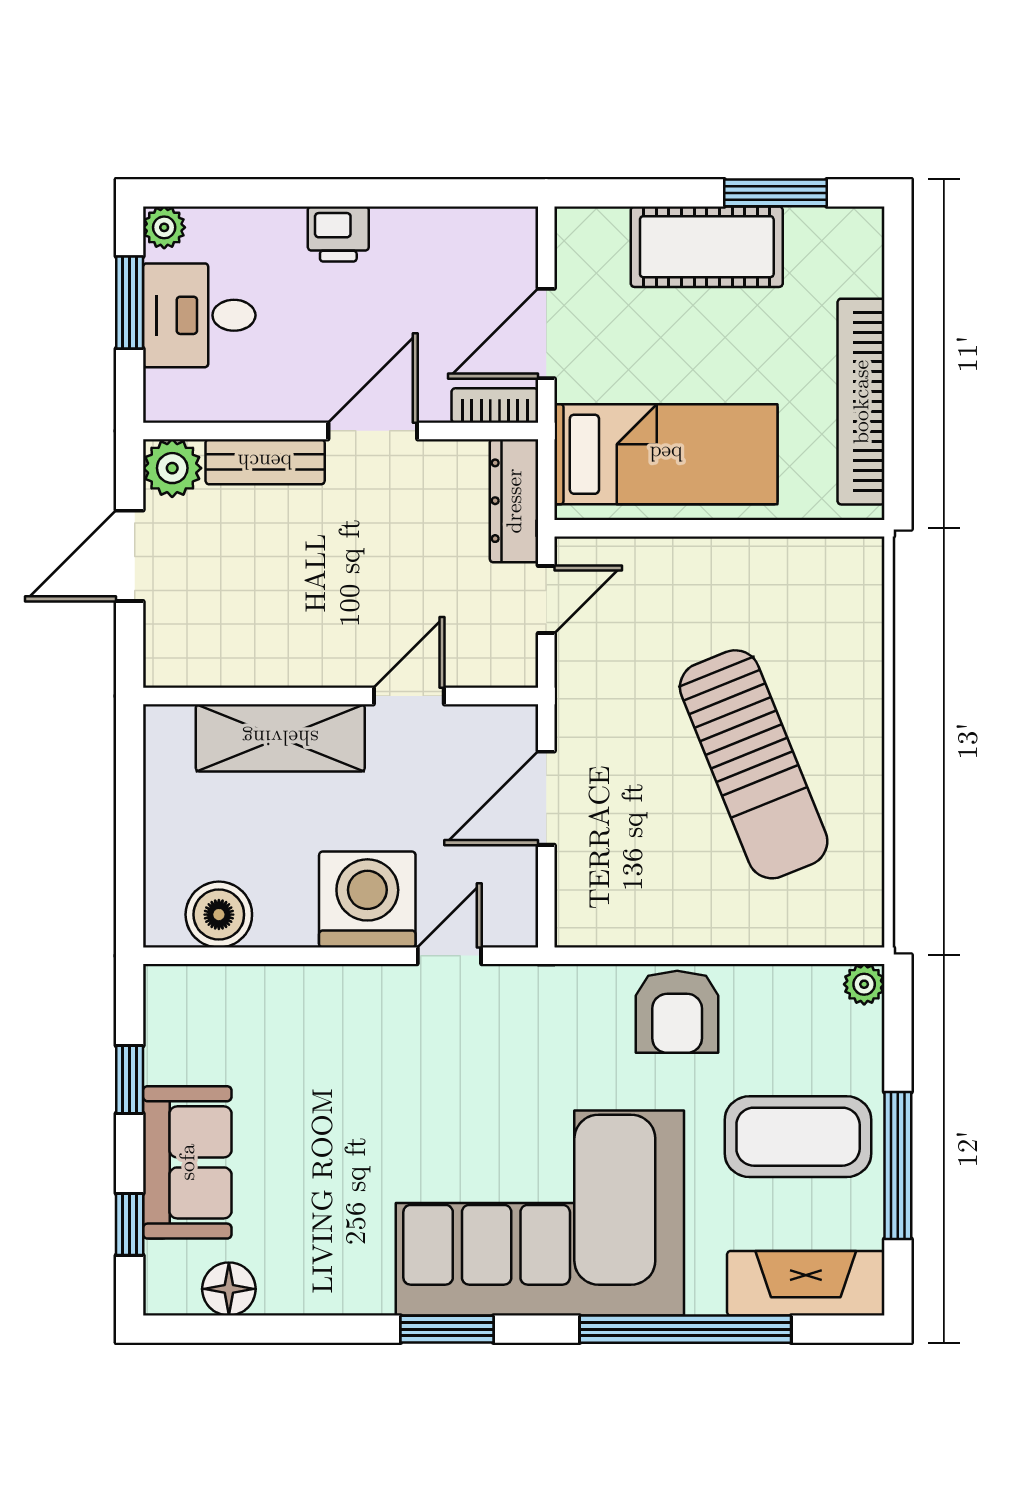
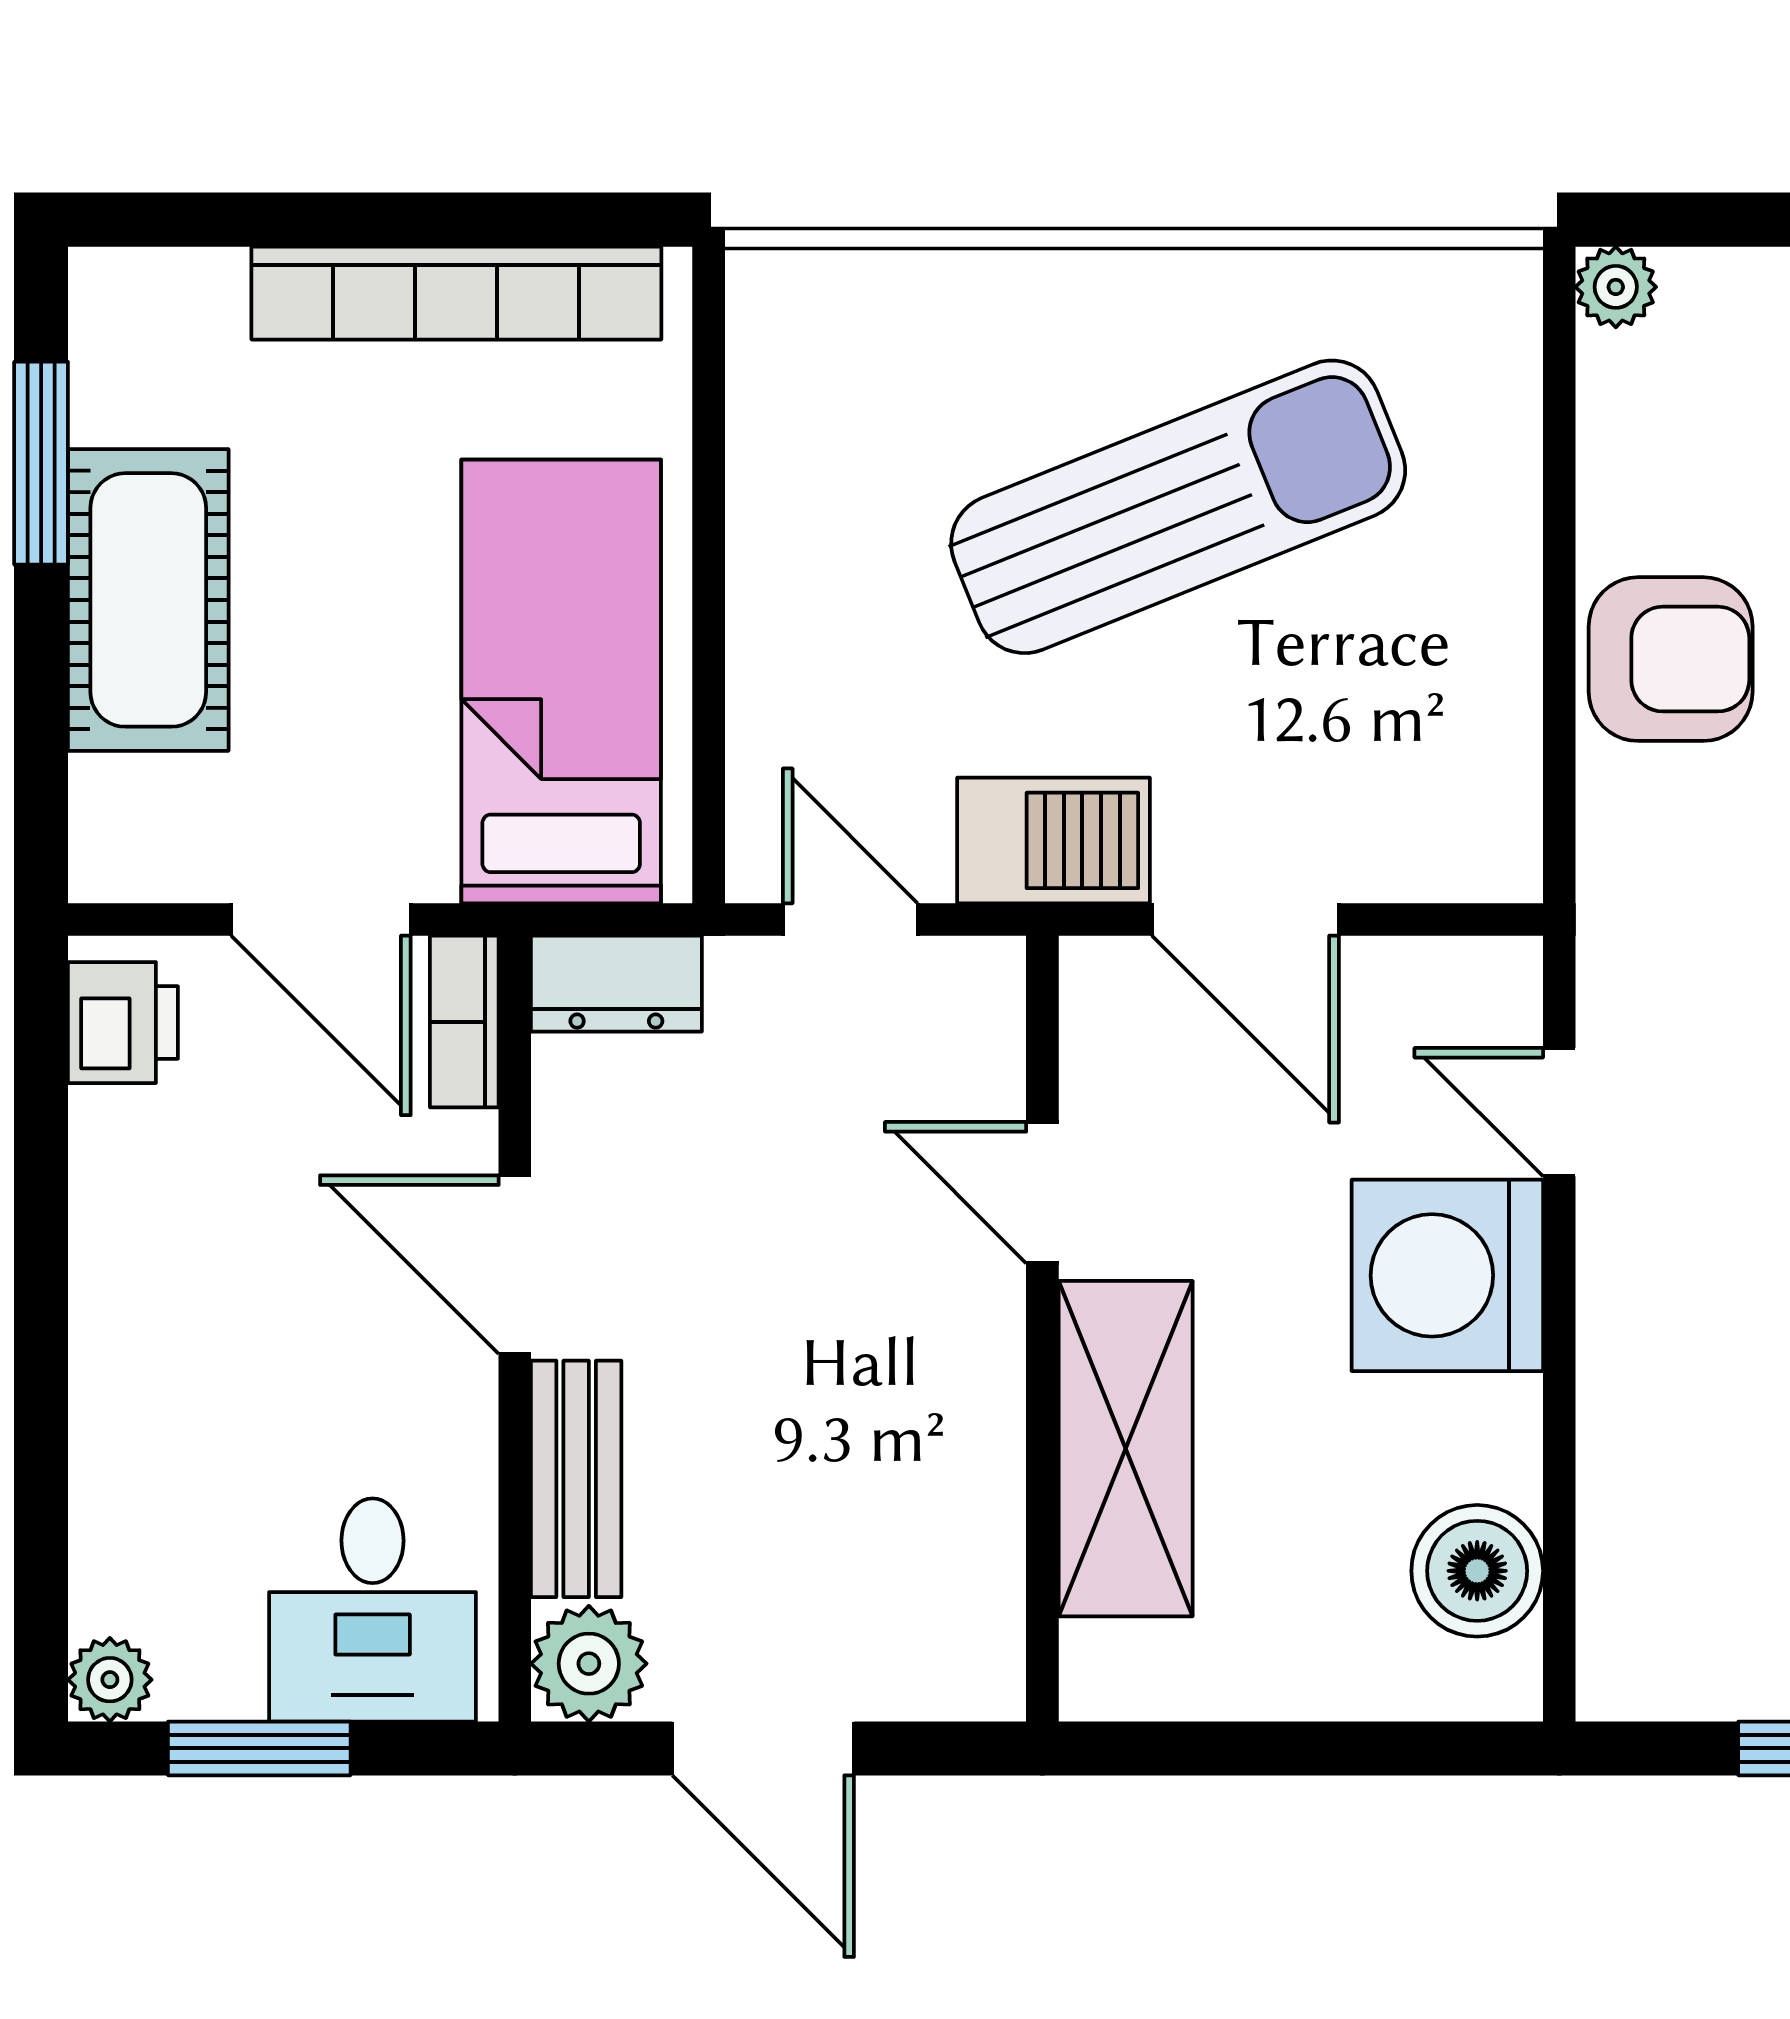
printer: (338, 234) -> (123, 1023), moved
desk: (199, 315) -> (373, 1610), moved
dresser: (514, 501) -> (616, 984), width x0.70
barbecue: (586, 702) -> (1054, 840), added

